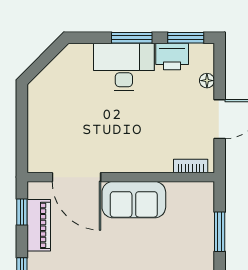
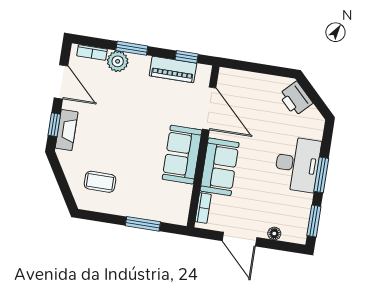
printer: (172, 56) -> (296, 99), moved, turned -45
sofa: (141, 155) -> (220, 167), added
door: (76, 177) -> (209, 108), swing flipped

